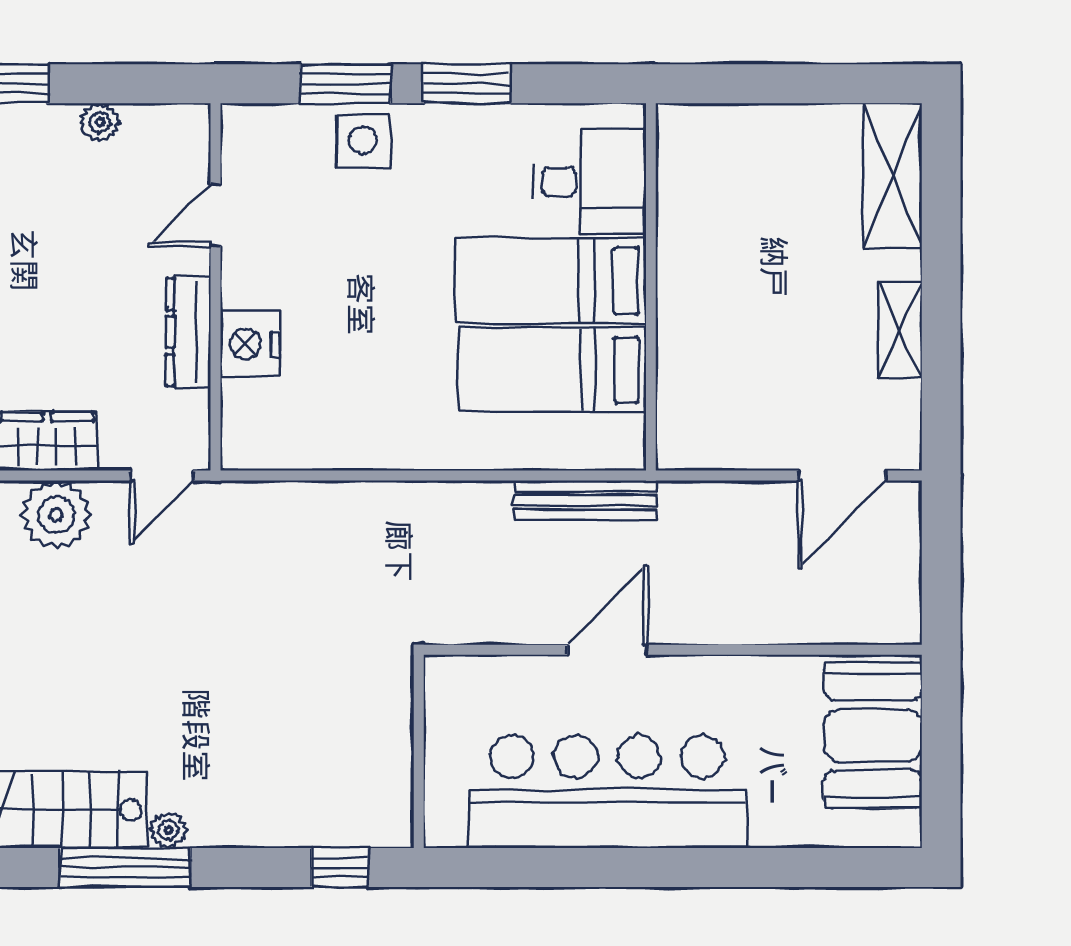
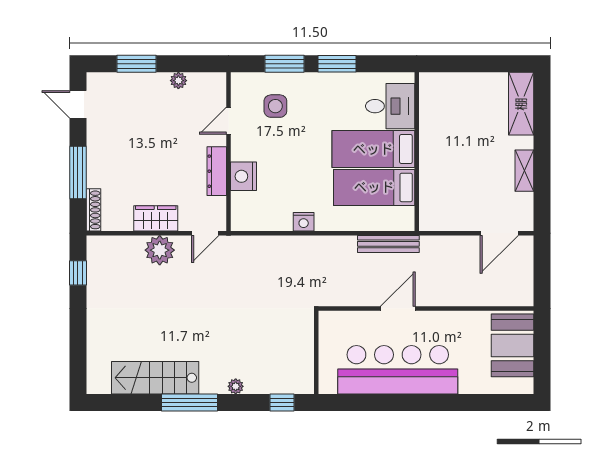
side table: (363, 140) -> (275, 106), moved
nightstand: (389, 449) -> (304, 222), added
plant: (169, 830) -> (236, 386), moved

